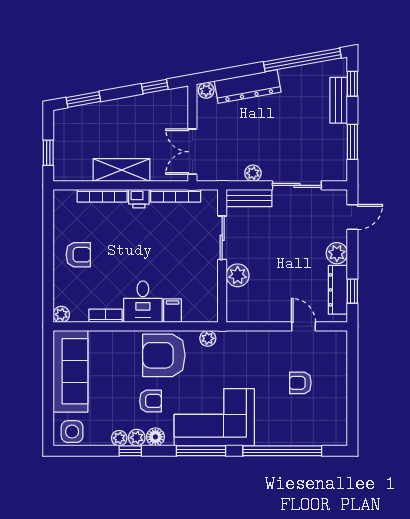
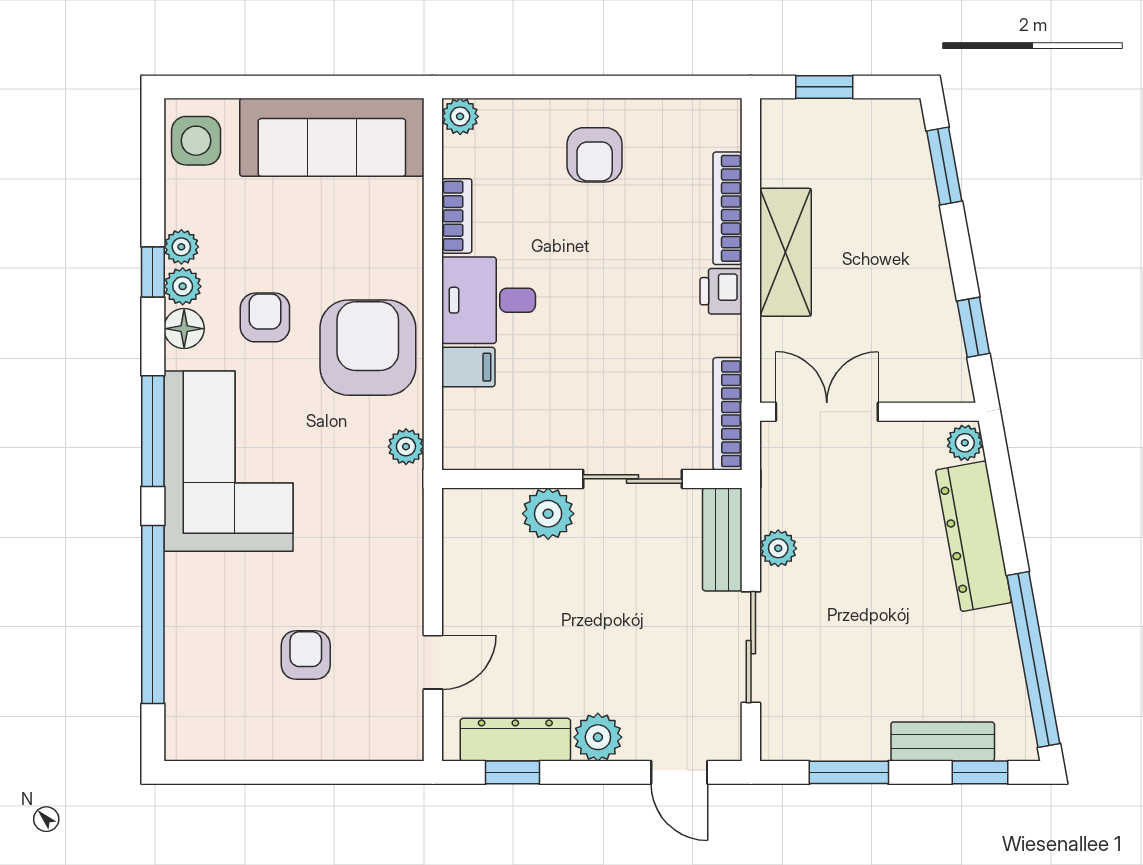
bookcase: (176, 196) -> (728, 414), moved
armchair: (151, 401) -> (265, 317), turned 180

